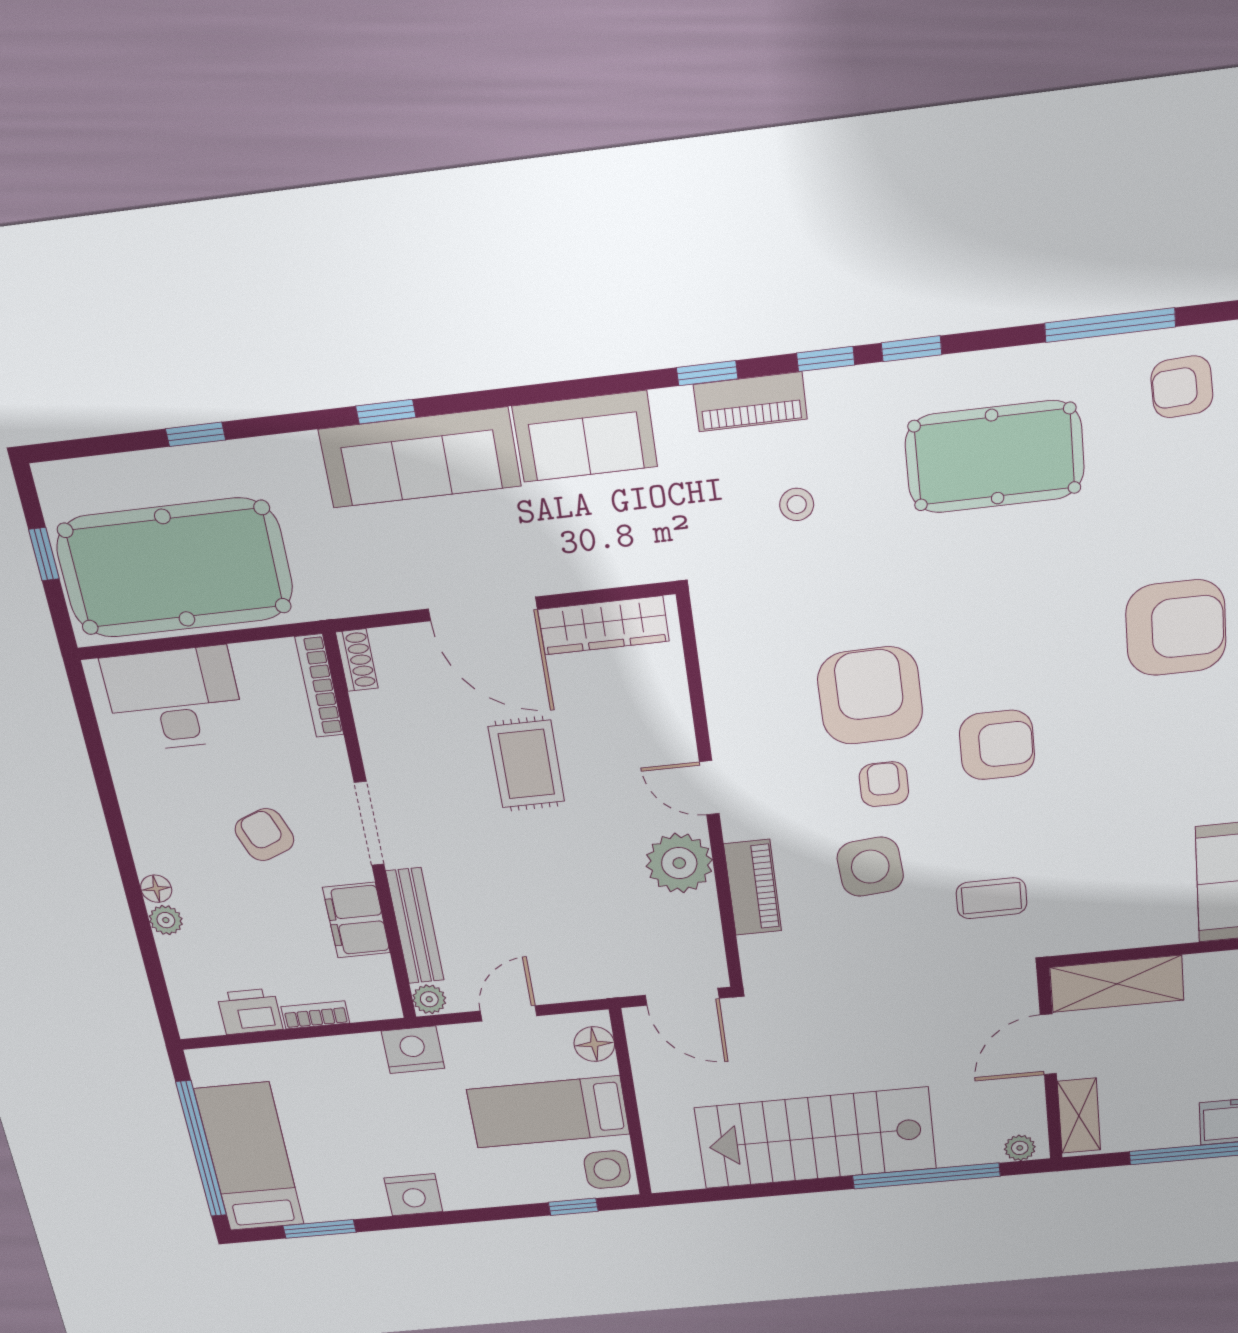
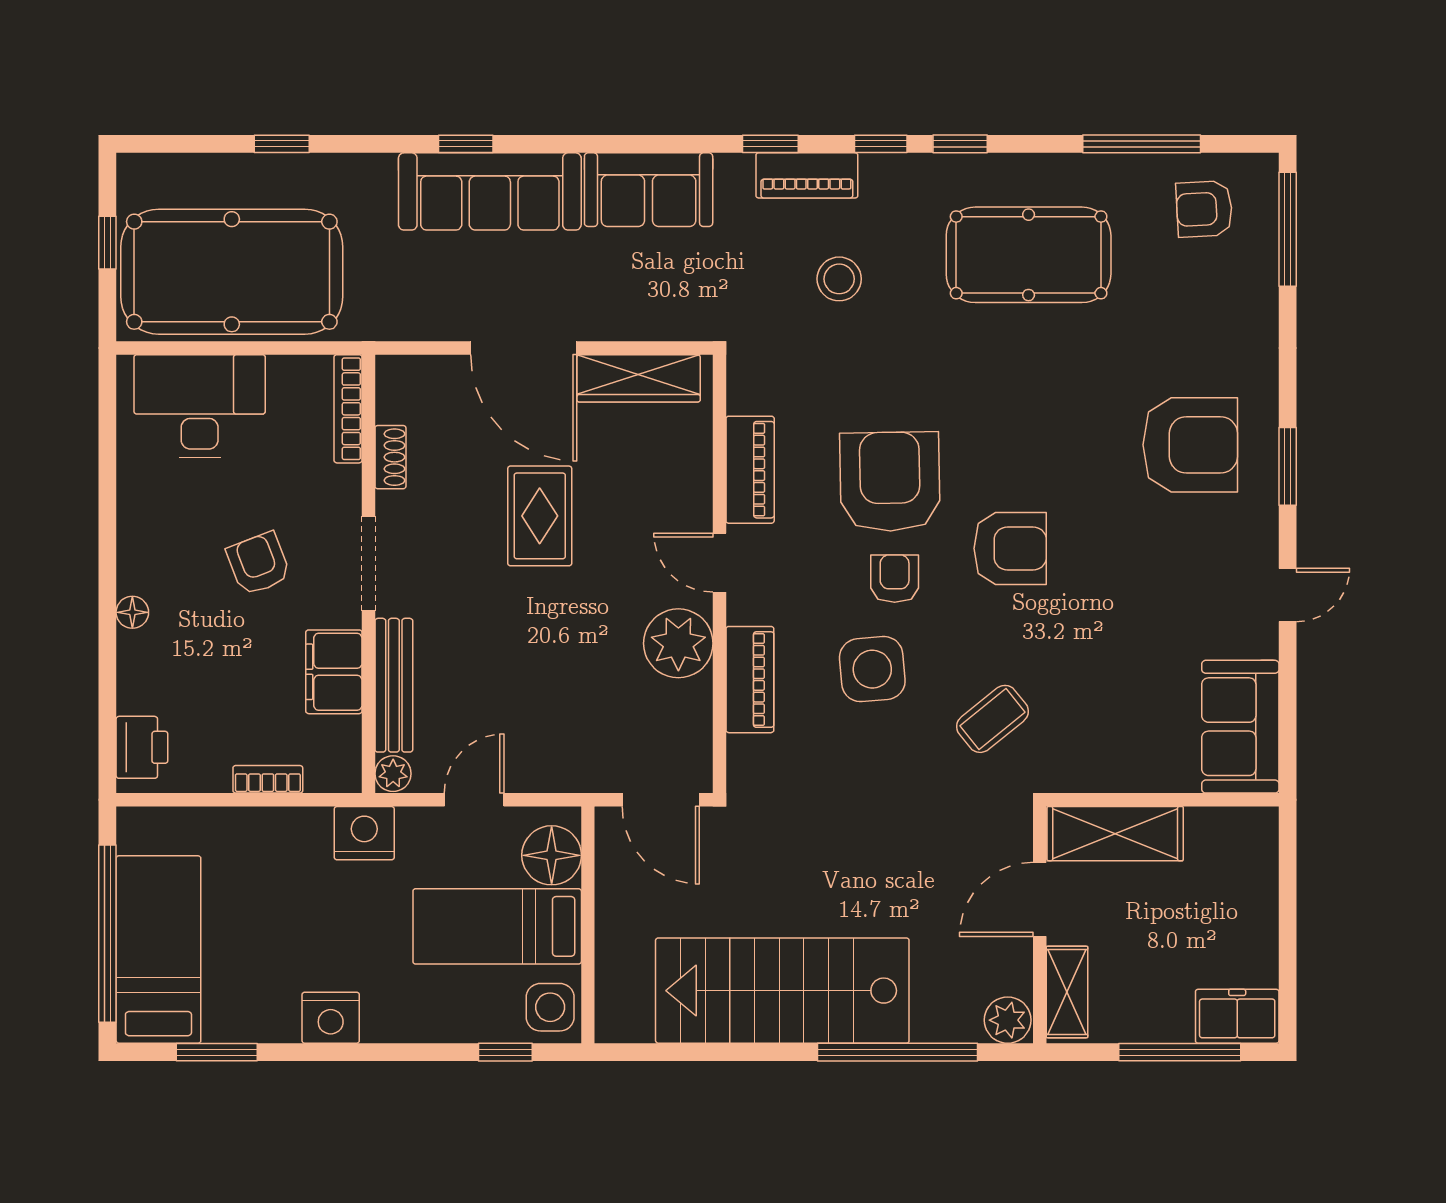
stool: (797, 504) -> (839, 279), width x1.37, depth x1.37
shoe rack: (357, 660) -> (390, 457), moved
piano: (728, 700) -> (750, 470), added
coffee table: (991, 898) -> (992, 719), turned -39
plant: (166, 920) -> (134, 650), removed
printer: (250, 1011) -> (142, 747), moved, turned 90
floor lamp: (594, 1044) -> (552, 855), width x1.38, depth x1.38
plant: (1020, 1148) -> (1008, 1020), width x1.38, depth x1.38

